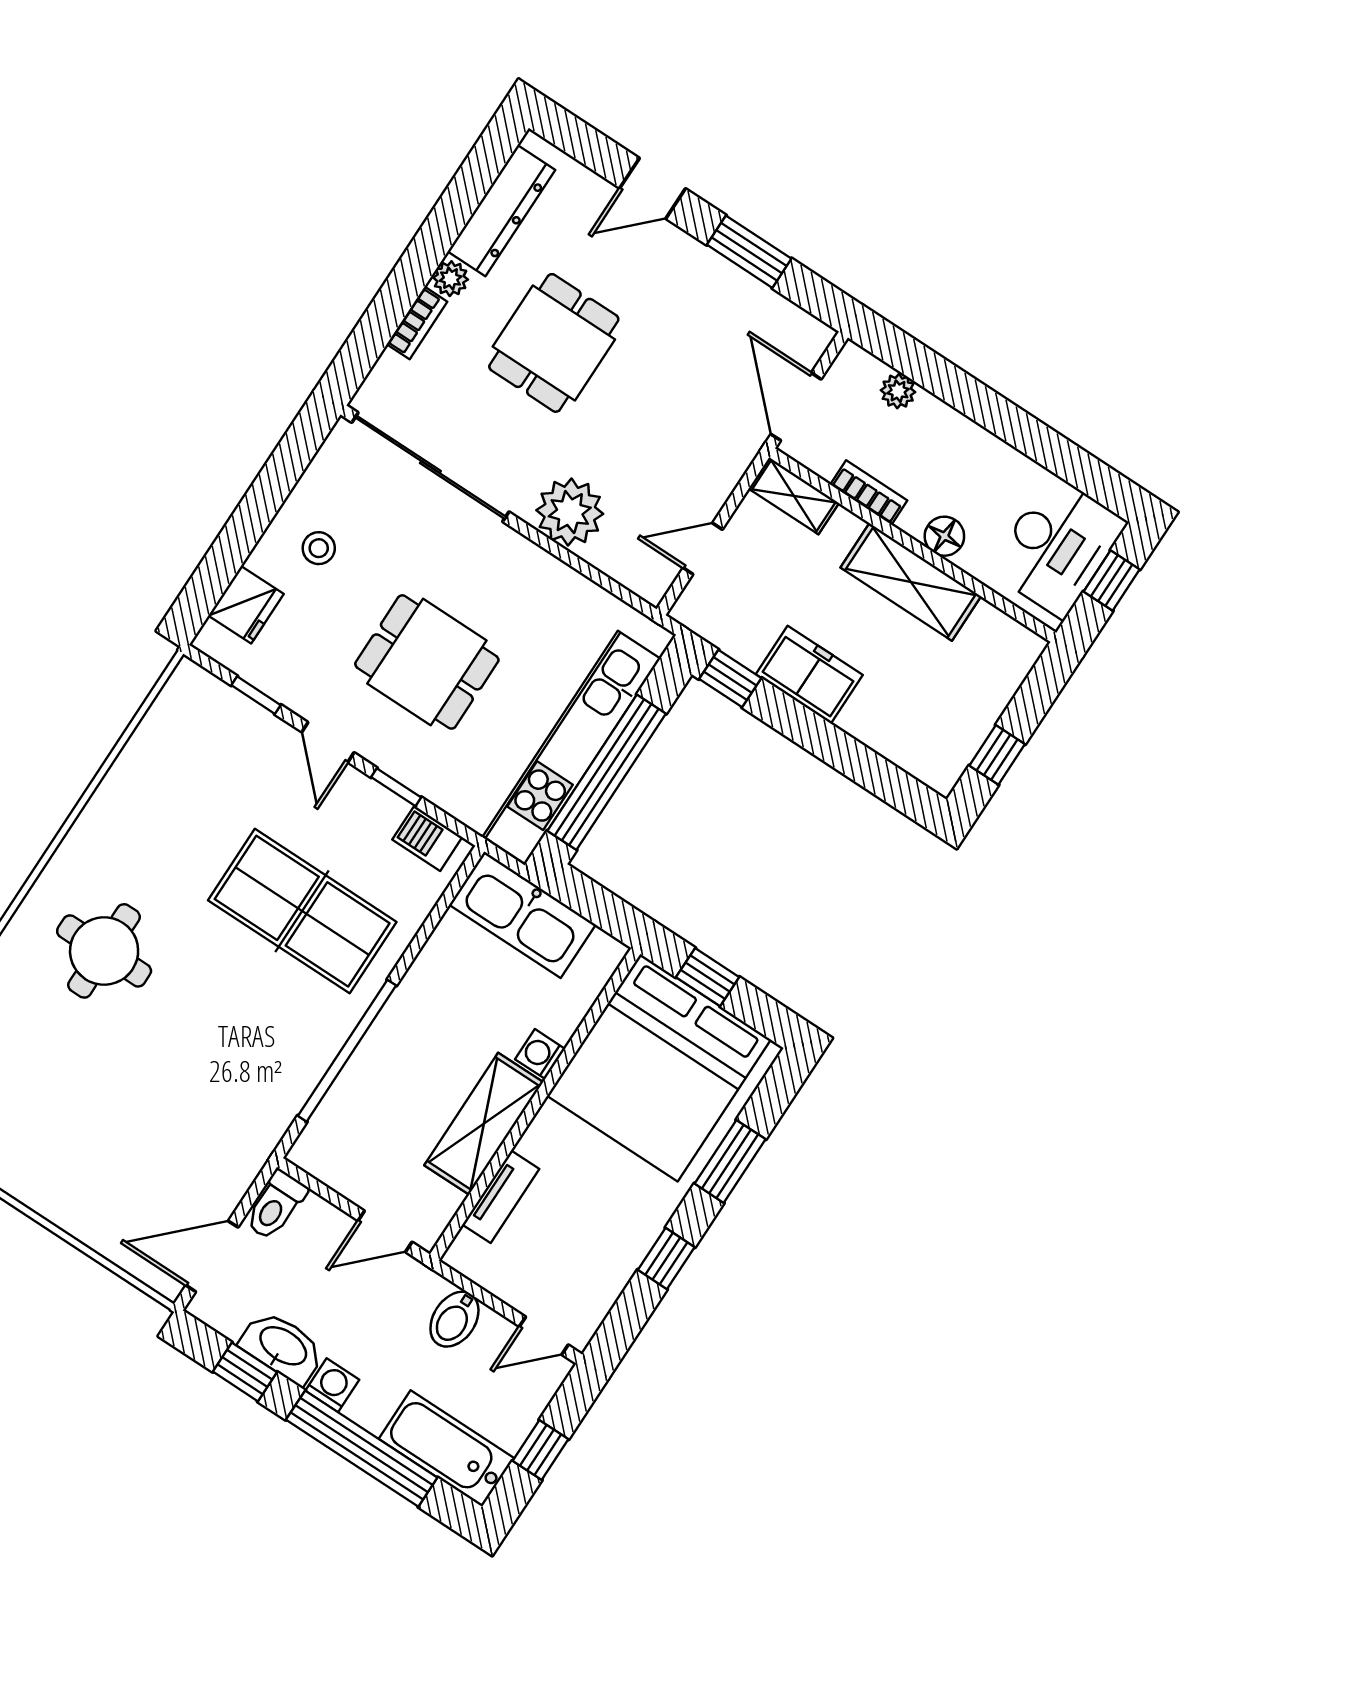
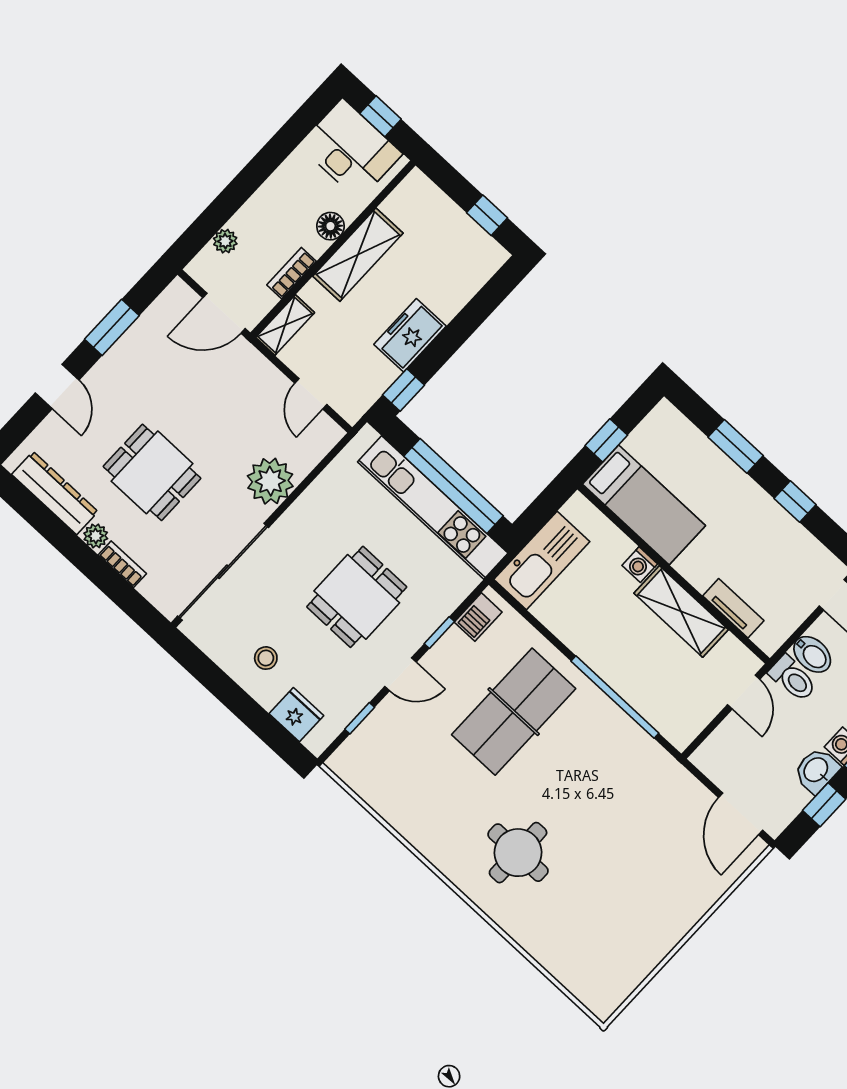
bed: (659, 1068) -> (644, 505), width x0.49
toilet: (276, 1205) -> (793, 678), moved
washbasin: (282, 1347) -> (817, 770), width x0.72

